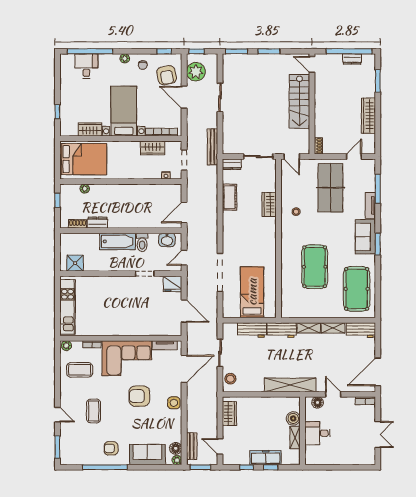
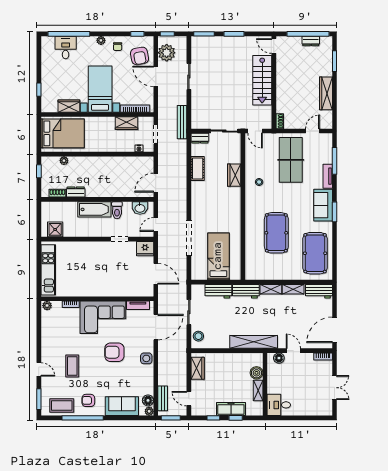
coffee table: (80, 370) -> (62, 406), moved
desk: (317, 433) -> (279, 405), moved

